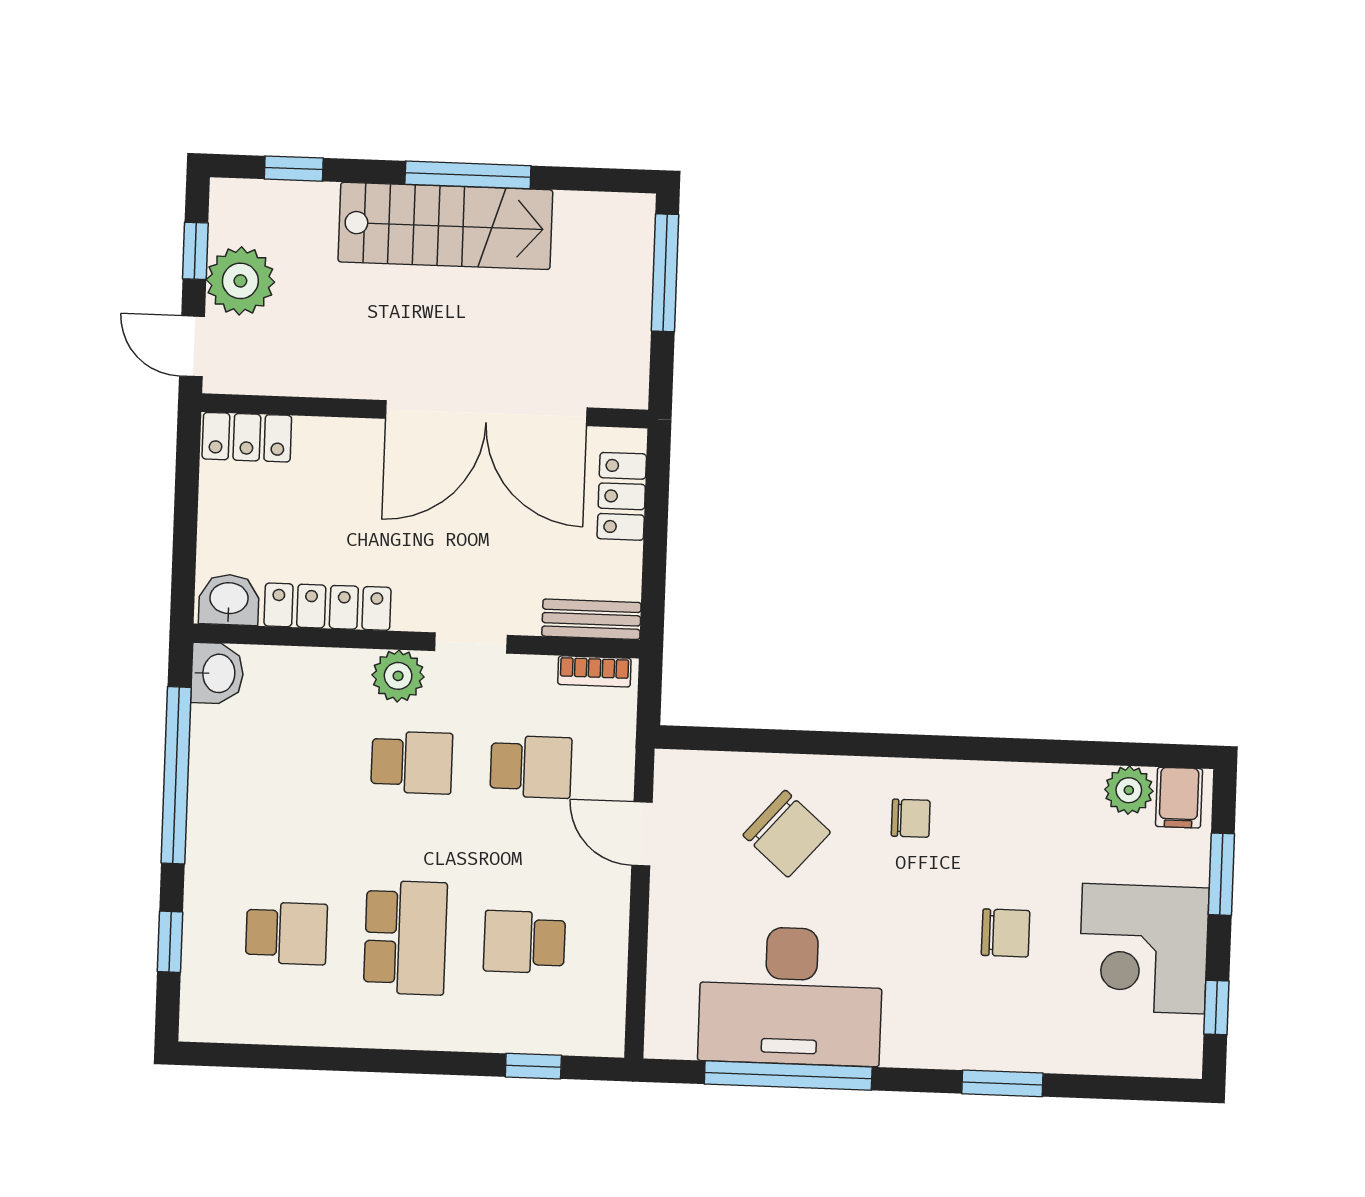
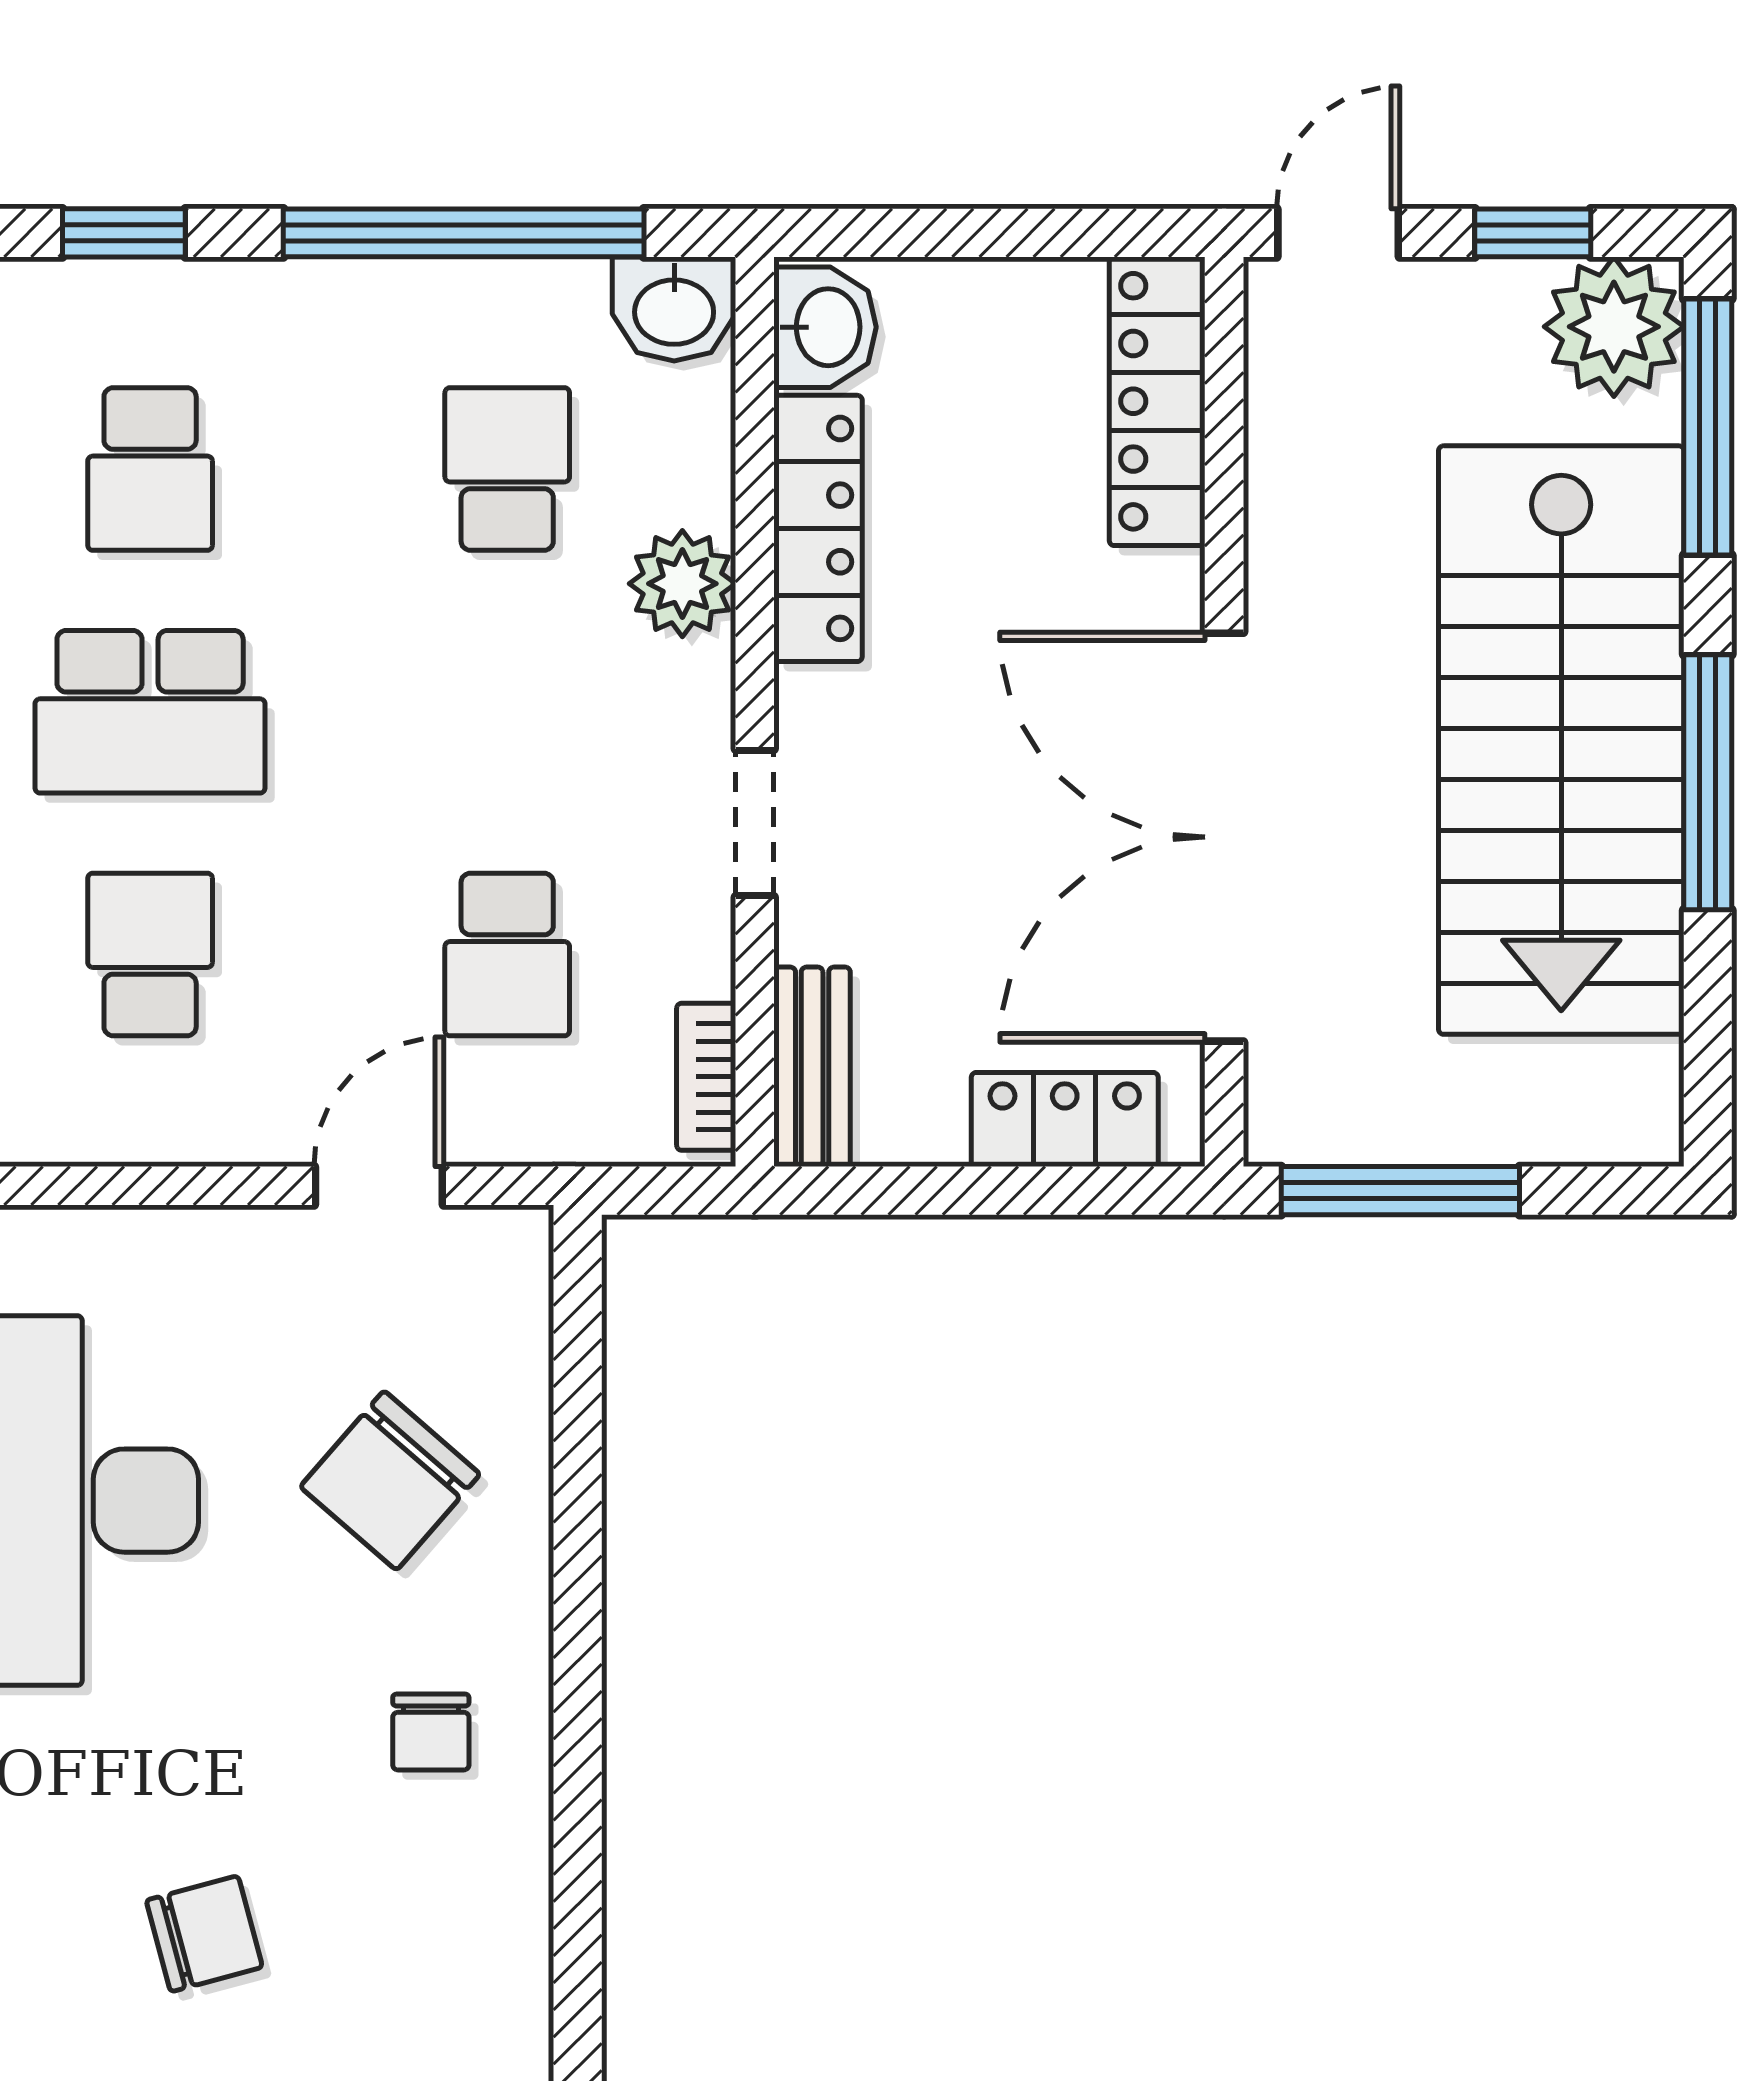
window: (294, 169) -> (1708, 427), width x2.17
stairs: (445, 226) -> (1561, 740), width x1.36, depth x1.51
window: (665, 273) -> (1400, 1191), moved
plant: (240, 281) -> (1614, 327), moved
locker: (247, 437) -> (1157, 401), width x1.53
plant: (398, 676) -> (682, 584), moved
school desk: (412, 762) -> (507, 469), moved, turned 180
chair: (1006, 933) -> (204, 1934), turned -105

